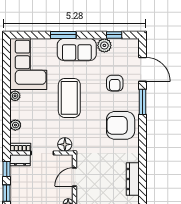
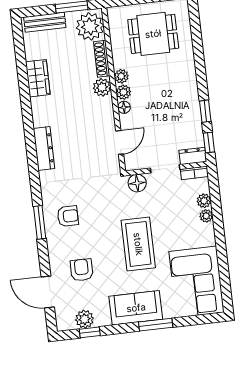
plant: (104, 45) -> (85, 319), moved
plant: (15, 96) -> (206, 216), moved
window: (143, 102) -> (40, 222), moved
armchair: (121, 125) -> (68, 216), width x0.53, depth x0.53

